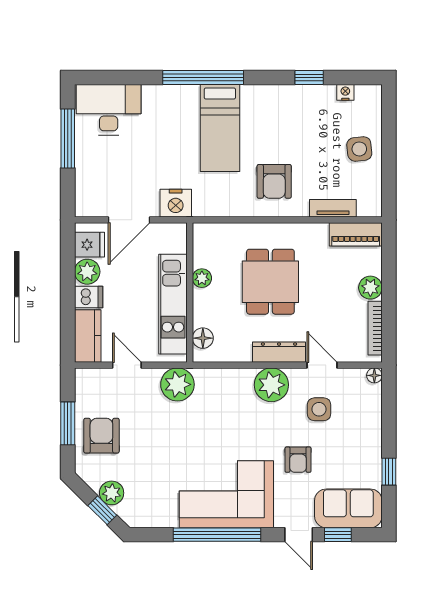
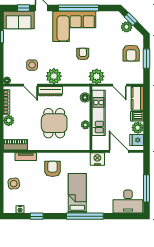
door: (129, 220) -> (119, 151), hinge flipped
armchair: (298, 460) -> (83, 54), moved

